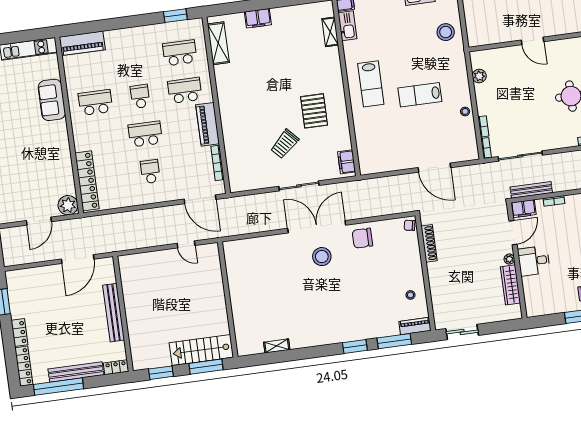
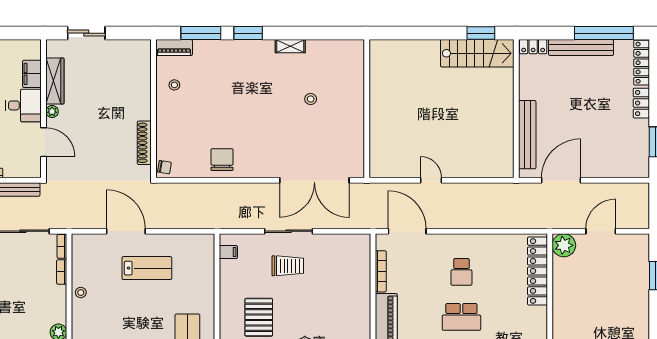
lab bench: (420, 95) -> (147, 268), moved
trolley: (285, 144) -> (288, 266), moved, turned 43
filing cabinet: (347, 162) -> (228, 252), width x0.50
filing cabinet: (524, 209) -> (32, 74), moved, turned -90
double door: (317, 227) -> (314, 180), moved
door: (513, 233) -> (44, 142), swing flipped
chair: (362, 238) -> (222, 160), turned -90
stool: (322, 257) -> (311, 99), moved, width x0.53, depth x0.53
wall: (228, 300) -> (367, 109), moved
bench: (114, 313) -> (527, 135), moved
sliding door: (462, 332) -> (86, 33), moved
shelving: (277, 346) -> (290, 46), moved
stairs: (201, 350) -> (477, 53), moved
window: (206, 367) -> (427, 33), removed

